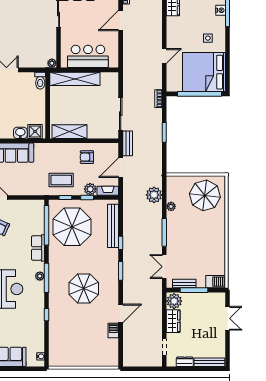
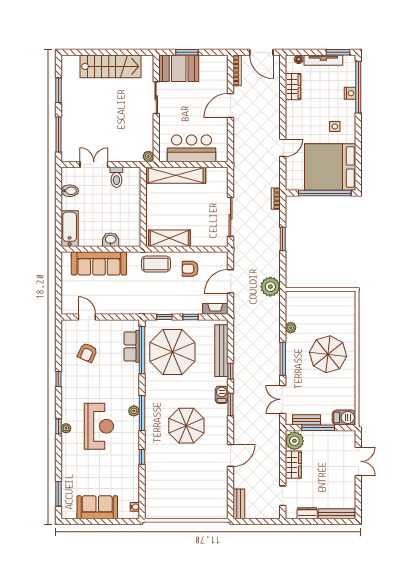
toilet: (40, 81) -> (116, 177), moved
shower: (35, 131) -> (128, 238), removed
bench: (128, 143) -> (239, 504), moved
coffee table: (61, 180) -> (156, 264), moved
plant: (90, 189) -> (194, 307), removed
plant: (154, 195) -> (270, 287), moved
parasol: (205, 195) -> (328, 354), moved
row of seats: (38, 248) -> (132, 346), moved
barbecue: (113, 331) -> (222, 395), moved

